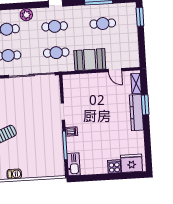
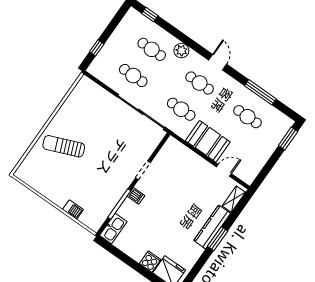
door: (115, 70) -> (224, 170), swing flipped
window: (145, 105) -> (218, 239), moved
barbecue: (14, 174) -> (73, 210), moved

